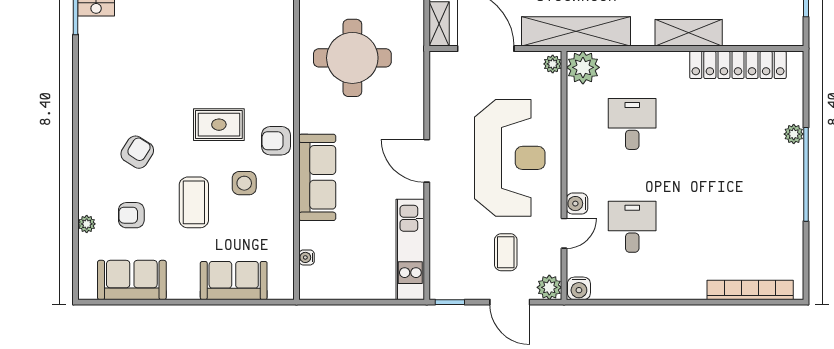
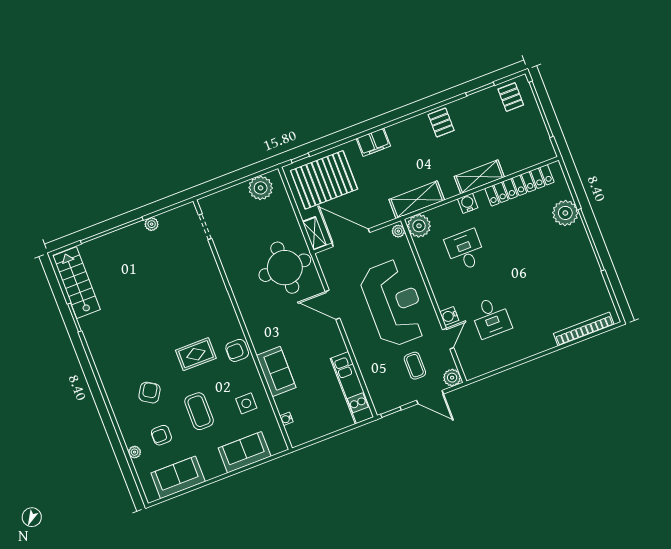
shelving: (576, 31) -> (417, 200), width x0.68
round table: (352, 58) -> (285, 268), moved
plant: (794, 134) -> (565, 213), width x1.87, depth x1.87
door: (427, 161) -> (333, 305), moved
sofa: (317, 177) -> (276, 371), width x0.73
side table: (244, 183) -> (246, 403), moved
desk: (632, 227) -> (491, 317), turned 180
water cooler: (579, 288) -> (468, 203), moved, turned 180

